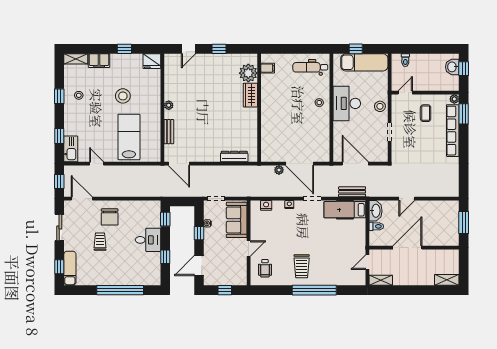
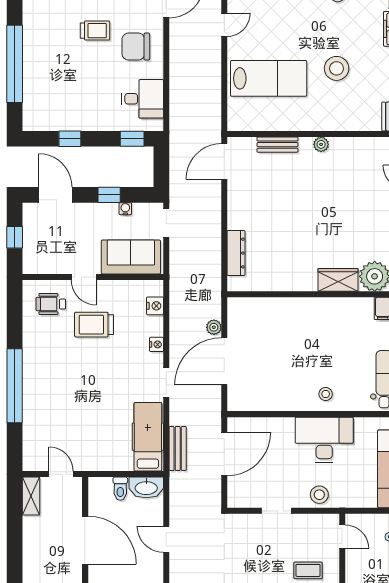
desk: (148, 240) -> (143, 99), moved, turned -90
trolley: (302, 266) -> (94, 325), moved

